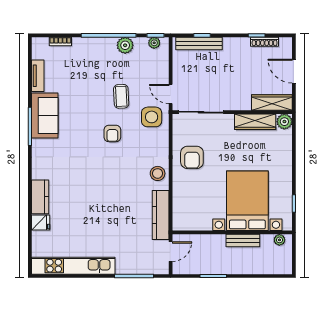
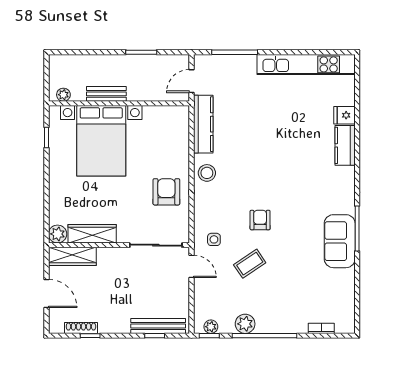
tv unit: (38, 76) -> (348, 288), removed
coffee table: (121, 96) -> (250, 264), turned 59
side table: (152, 117) -> (214, 239), width x0.54, depth x0.54

